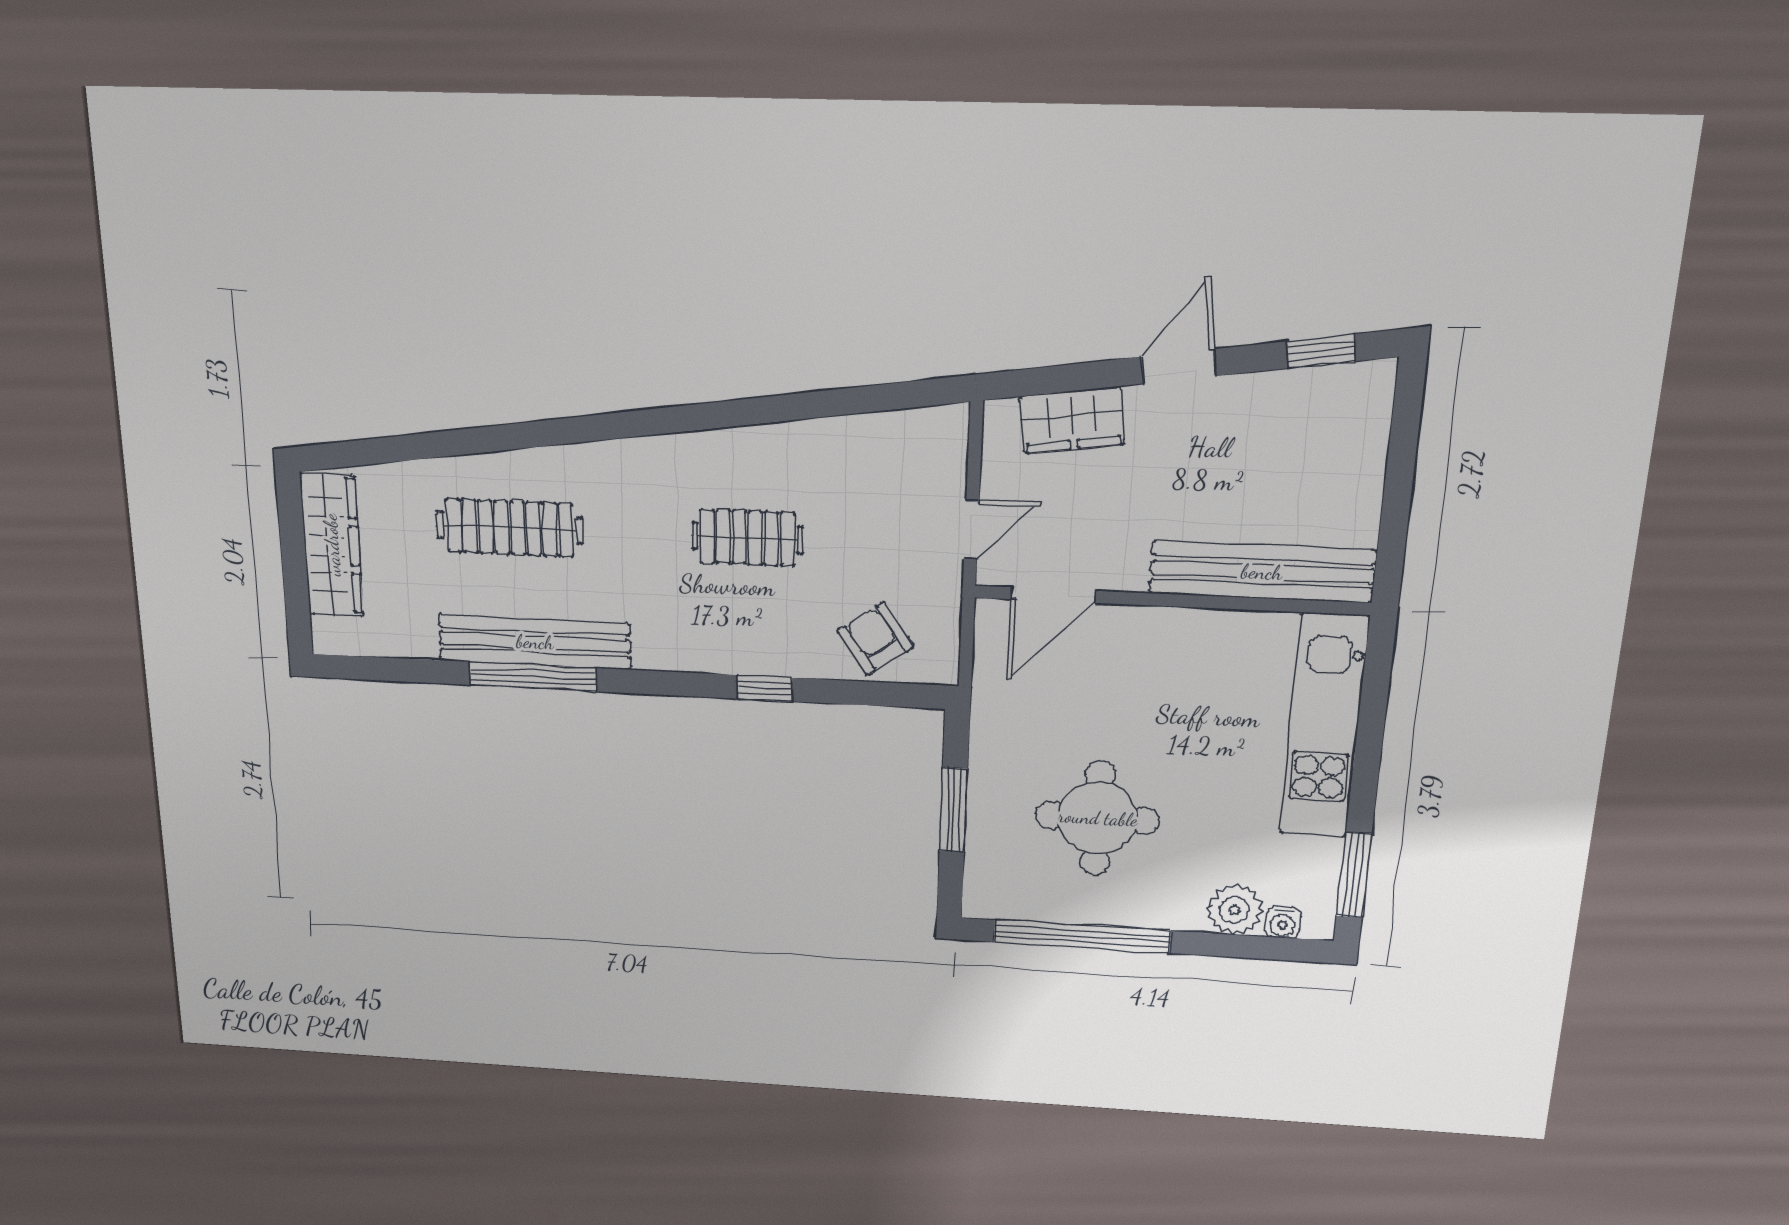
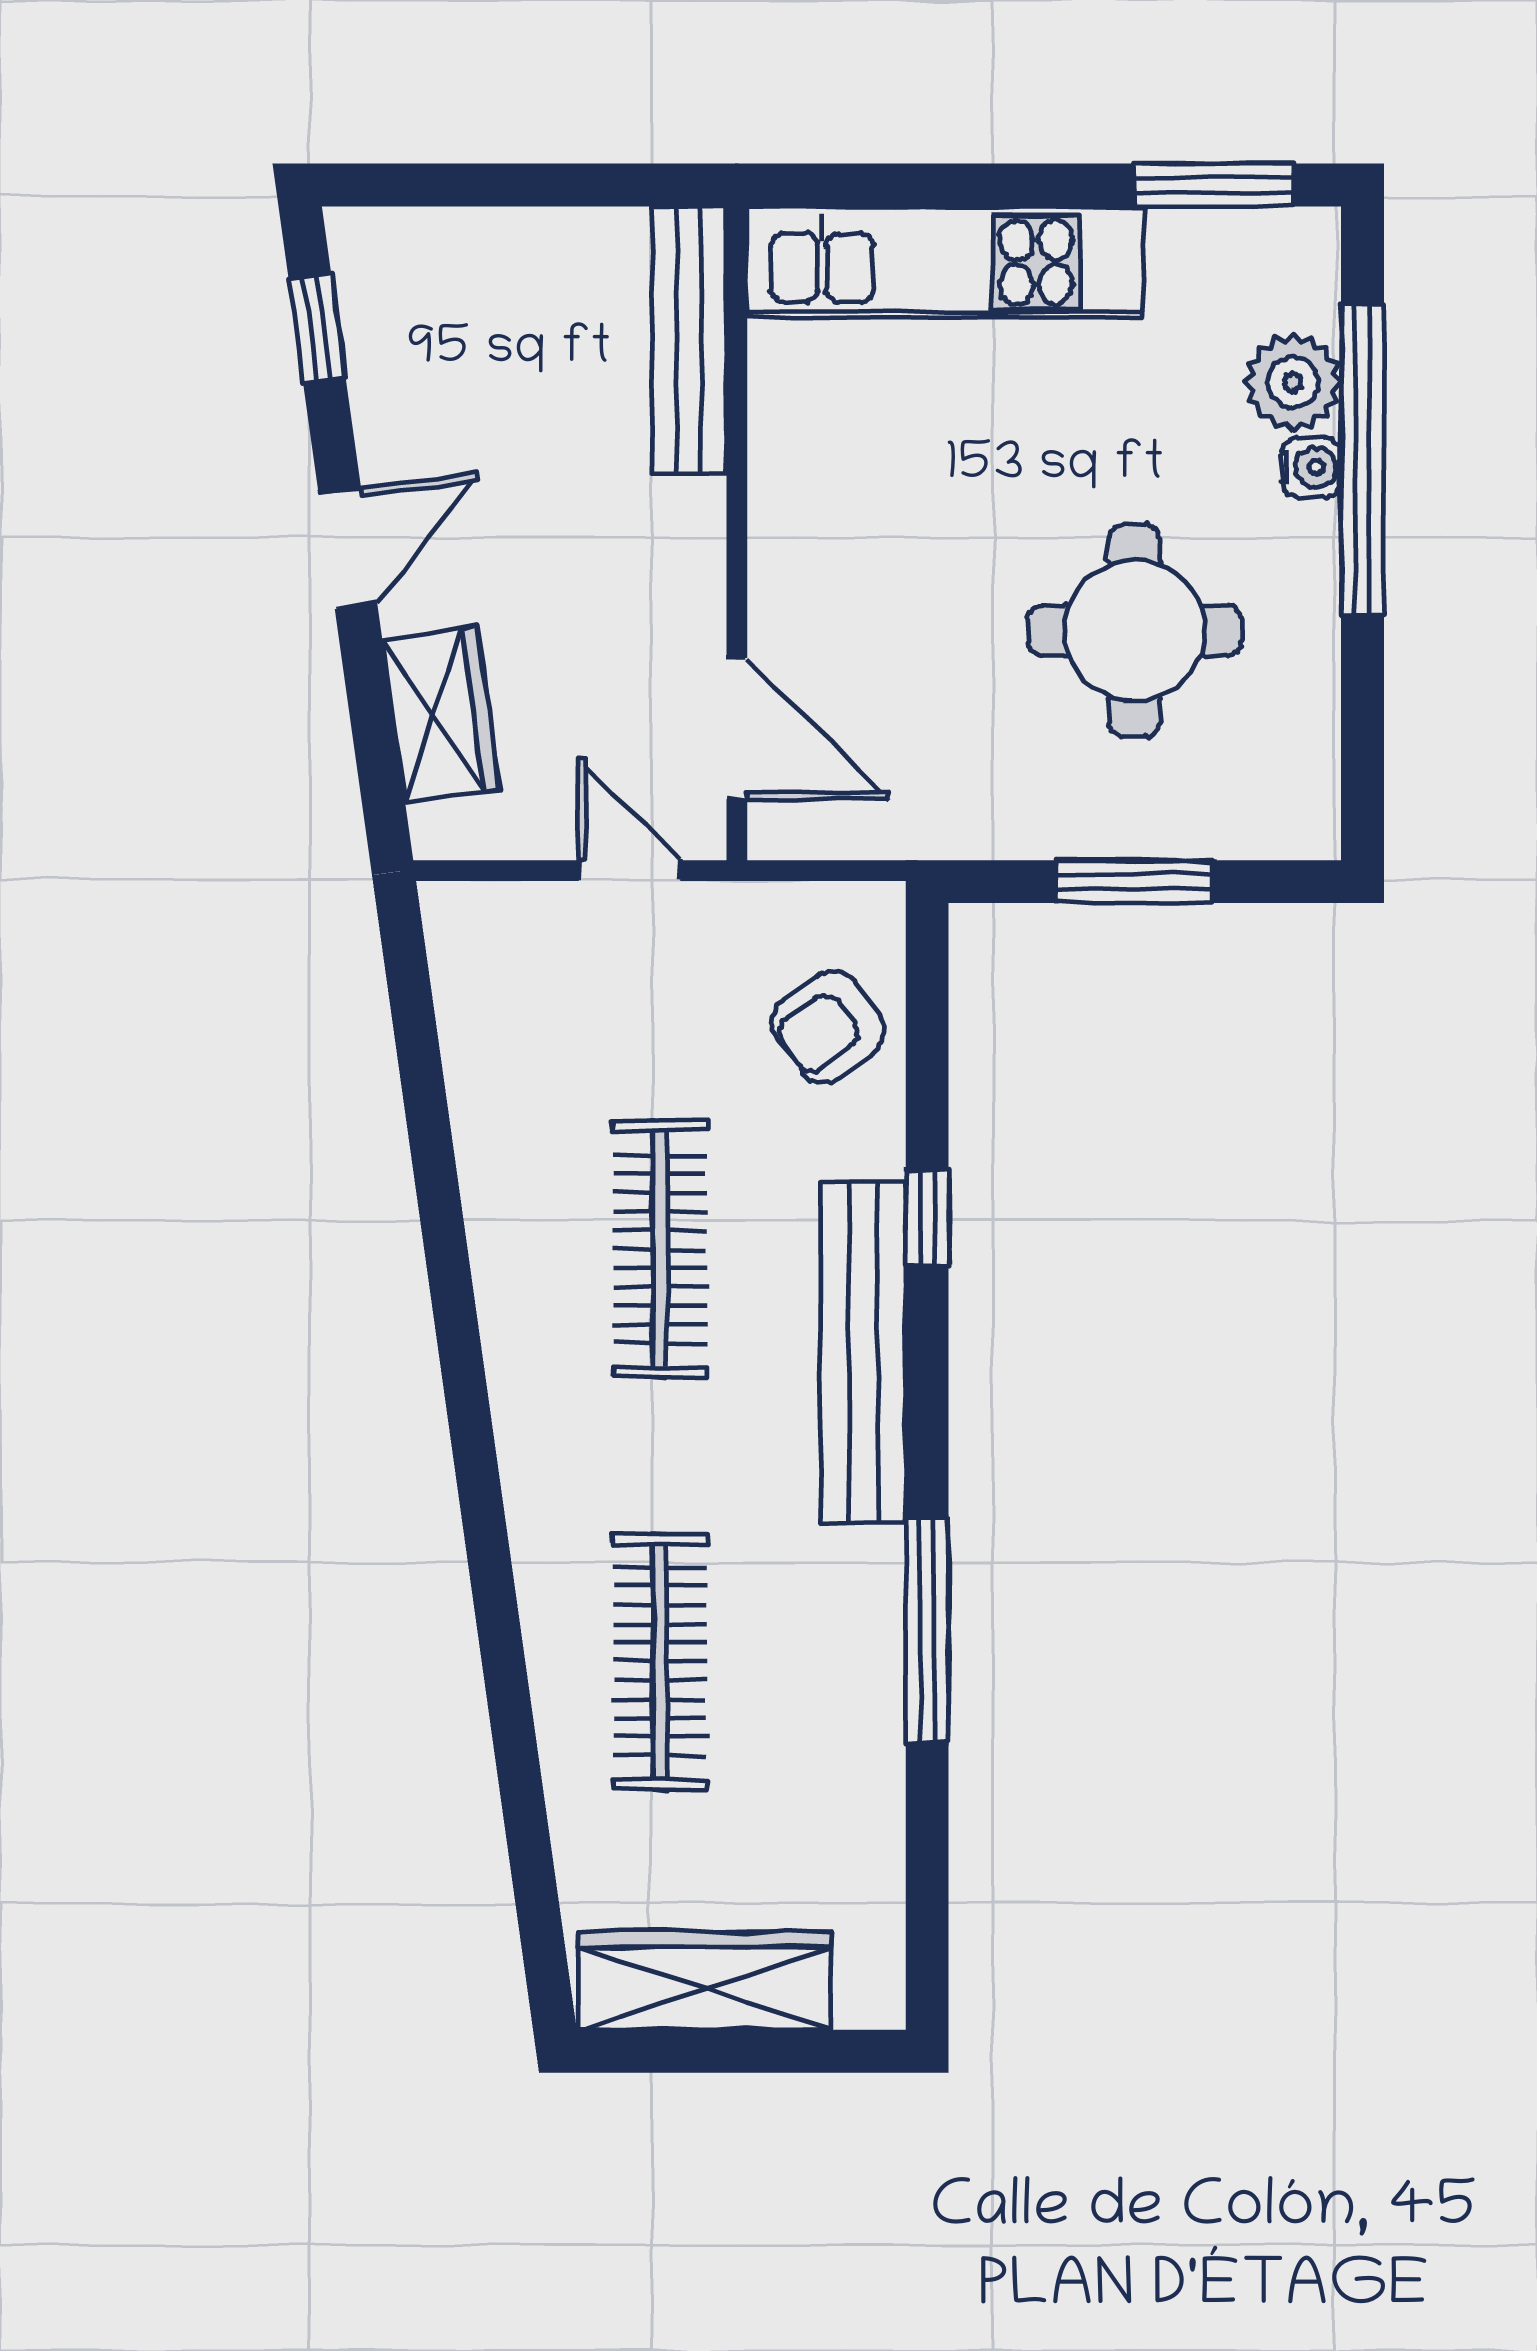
door: (1179, 366) -> (348, 549), swing flipped
clothes rail: (747, 538) -> (660, 1249), width x1.36
bench: (1262, 572) -> (689, 340), width x0.73, depth x0.82
bench: (535, 642) -> (863, 1352), moved
water cooler: (1283, 922) -> (1311, 467), moved
window: (1082, 936) -> (1363, 459), moved

